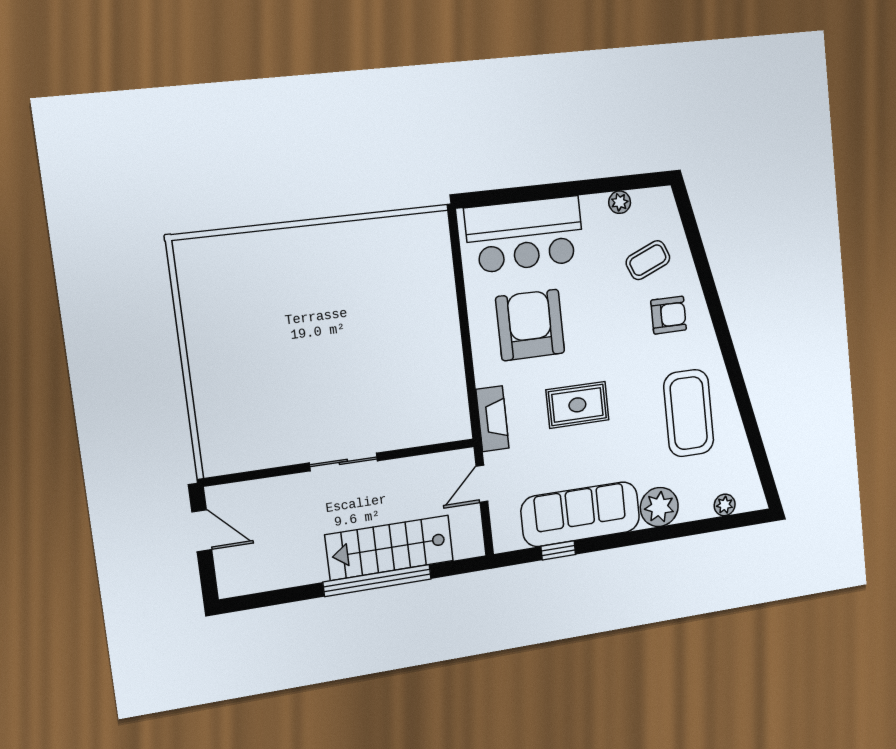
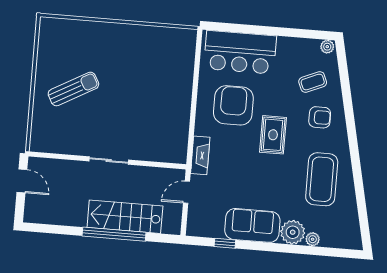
plant: (620, 202) -> (327, 47), moved
sun lounger: (258, 355) -> (73, 89), added
rug: (577, 405) -> (273, 135), moved, turned 90
plant: (725, 505) -> (313, 239), moved
sofa: (581, 514) -> (252, 225), width x0.73

